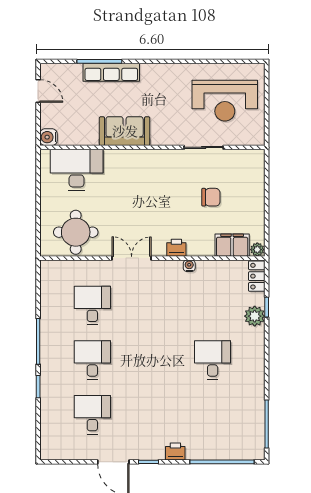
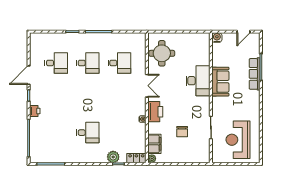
desk: (77, 170) -> (198, 81), moved
printer: (176, 248) -> (155, 112), width x1.87, depth x1.48

